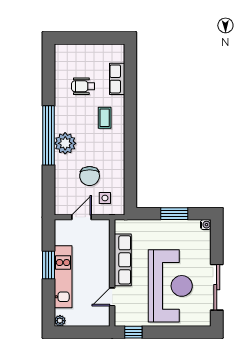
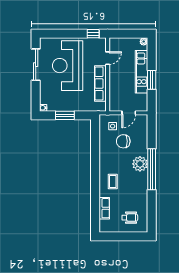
wheelchair: (83, 86) -> (130, 218), moved
chair: (90, 176) -> (123, 141), turned -90

